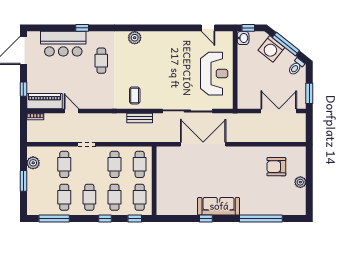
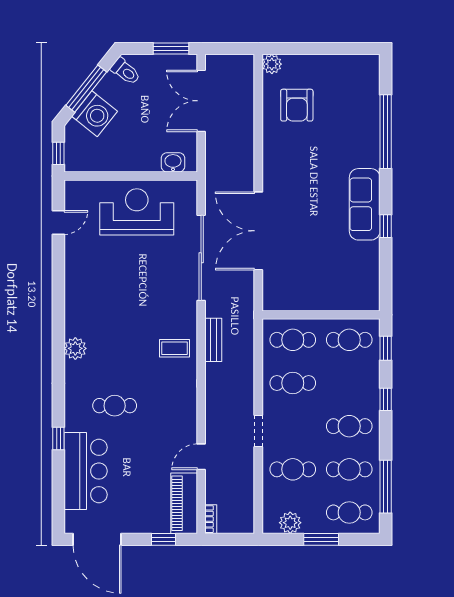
washbasin: (243, 38) -> (173, 162), moved
plant: (300, 182) -> (272, 64), moved
cafe table: (115, 197) -> (349, 512), moved

